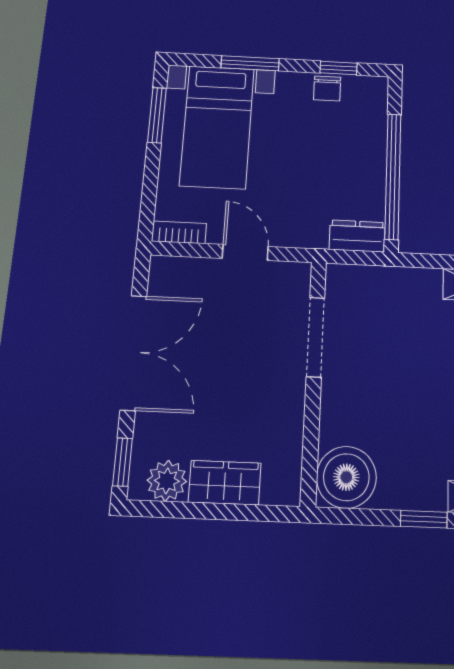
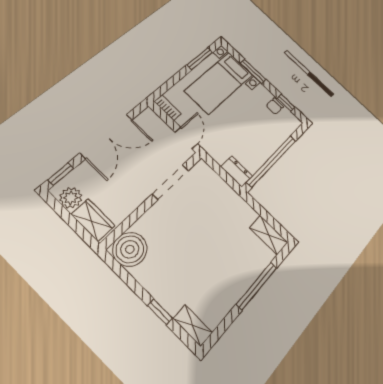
doorway: (316, 337) -> (170, 182), moved
wall: (314, 380) -> (153, 198), moved
boiler: (346, 477) -> (130, 249), moved

